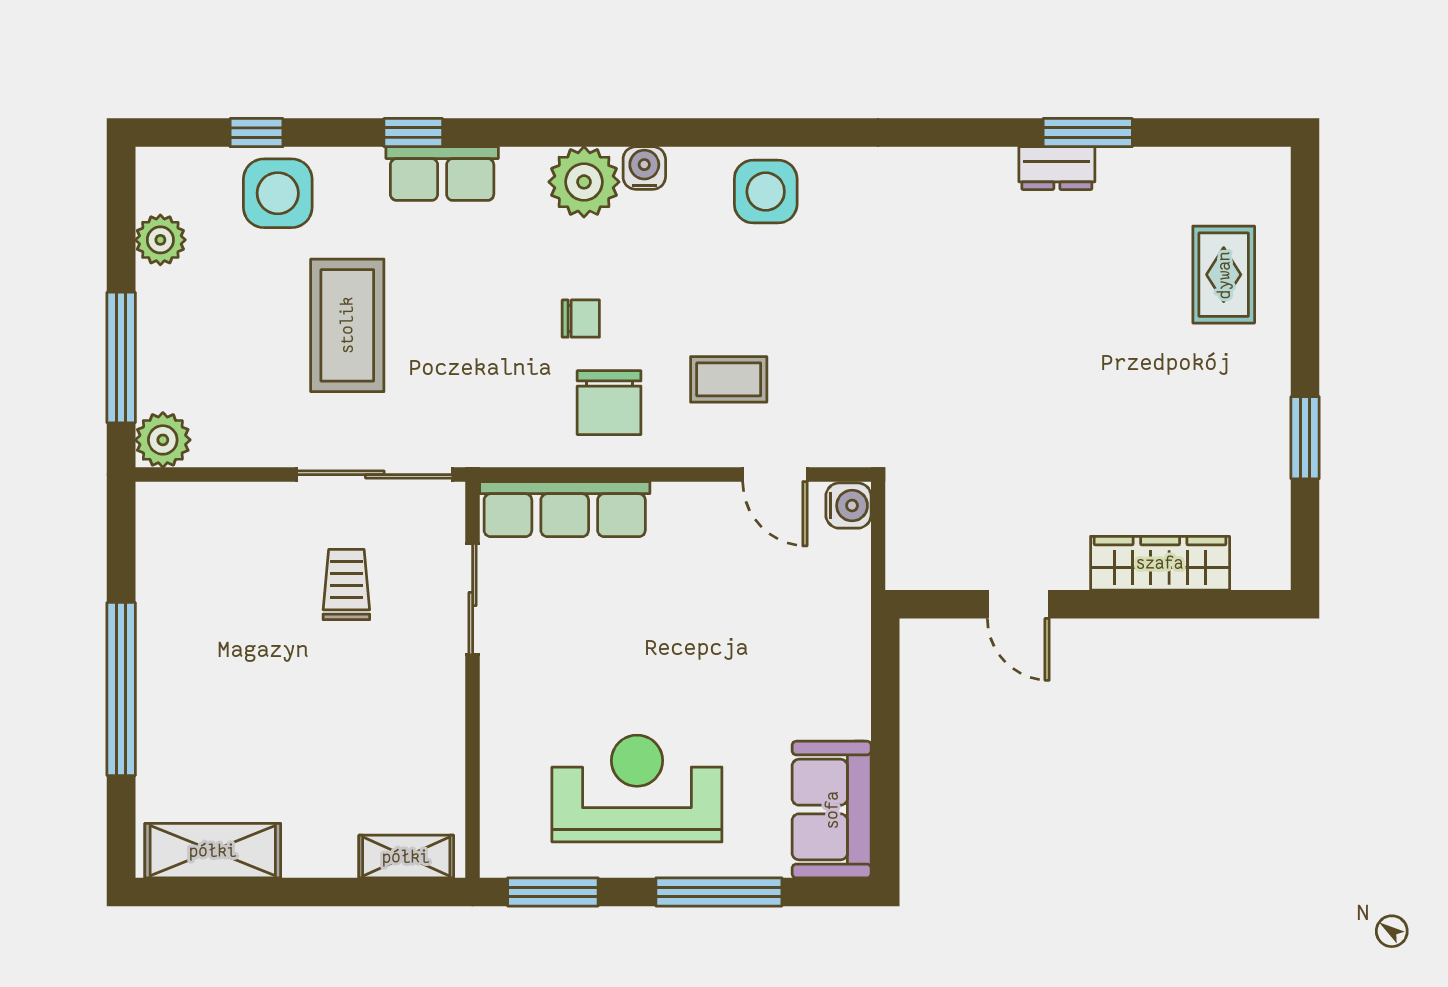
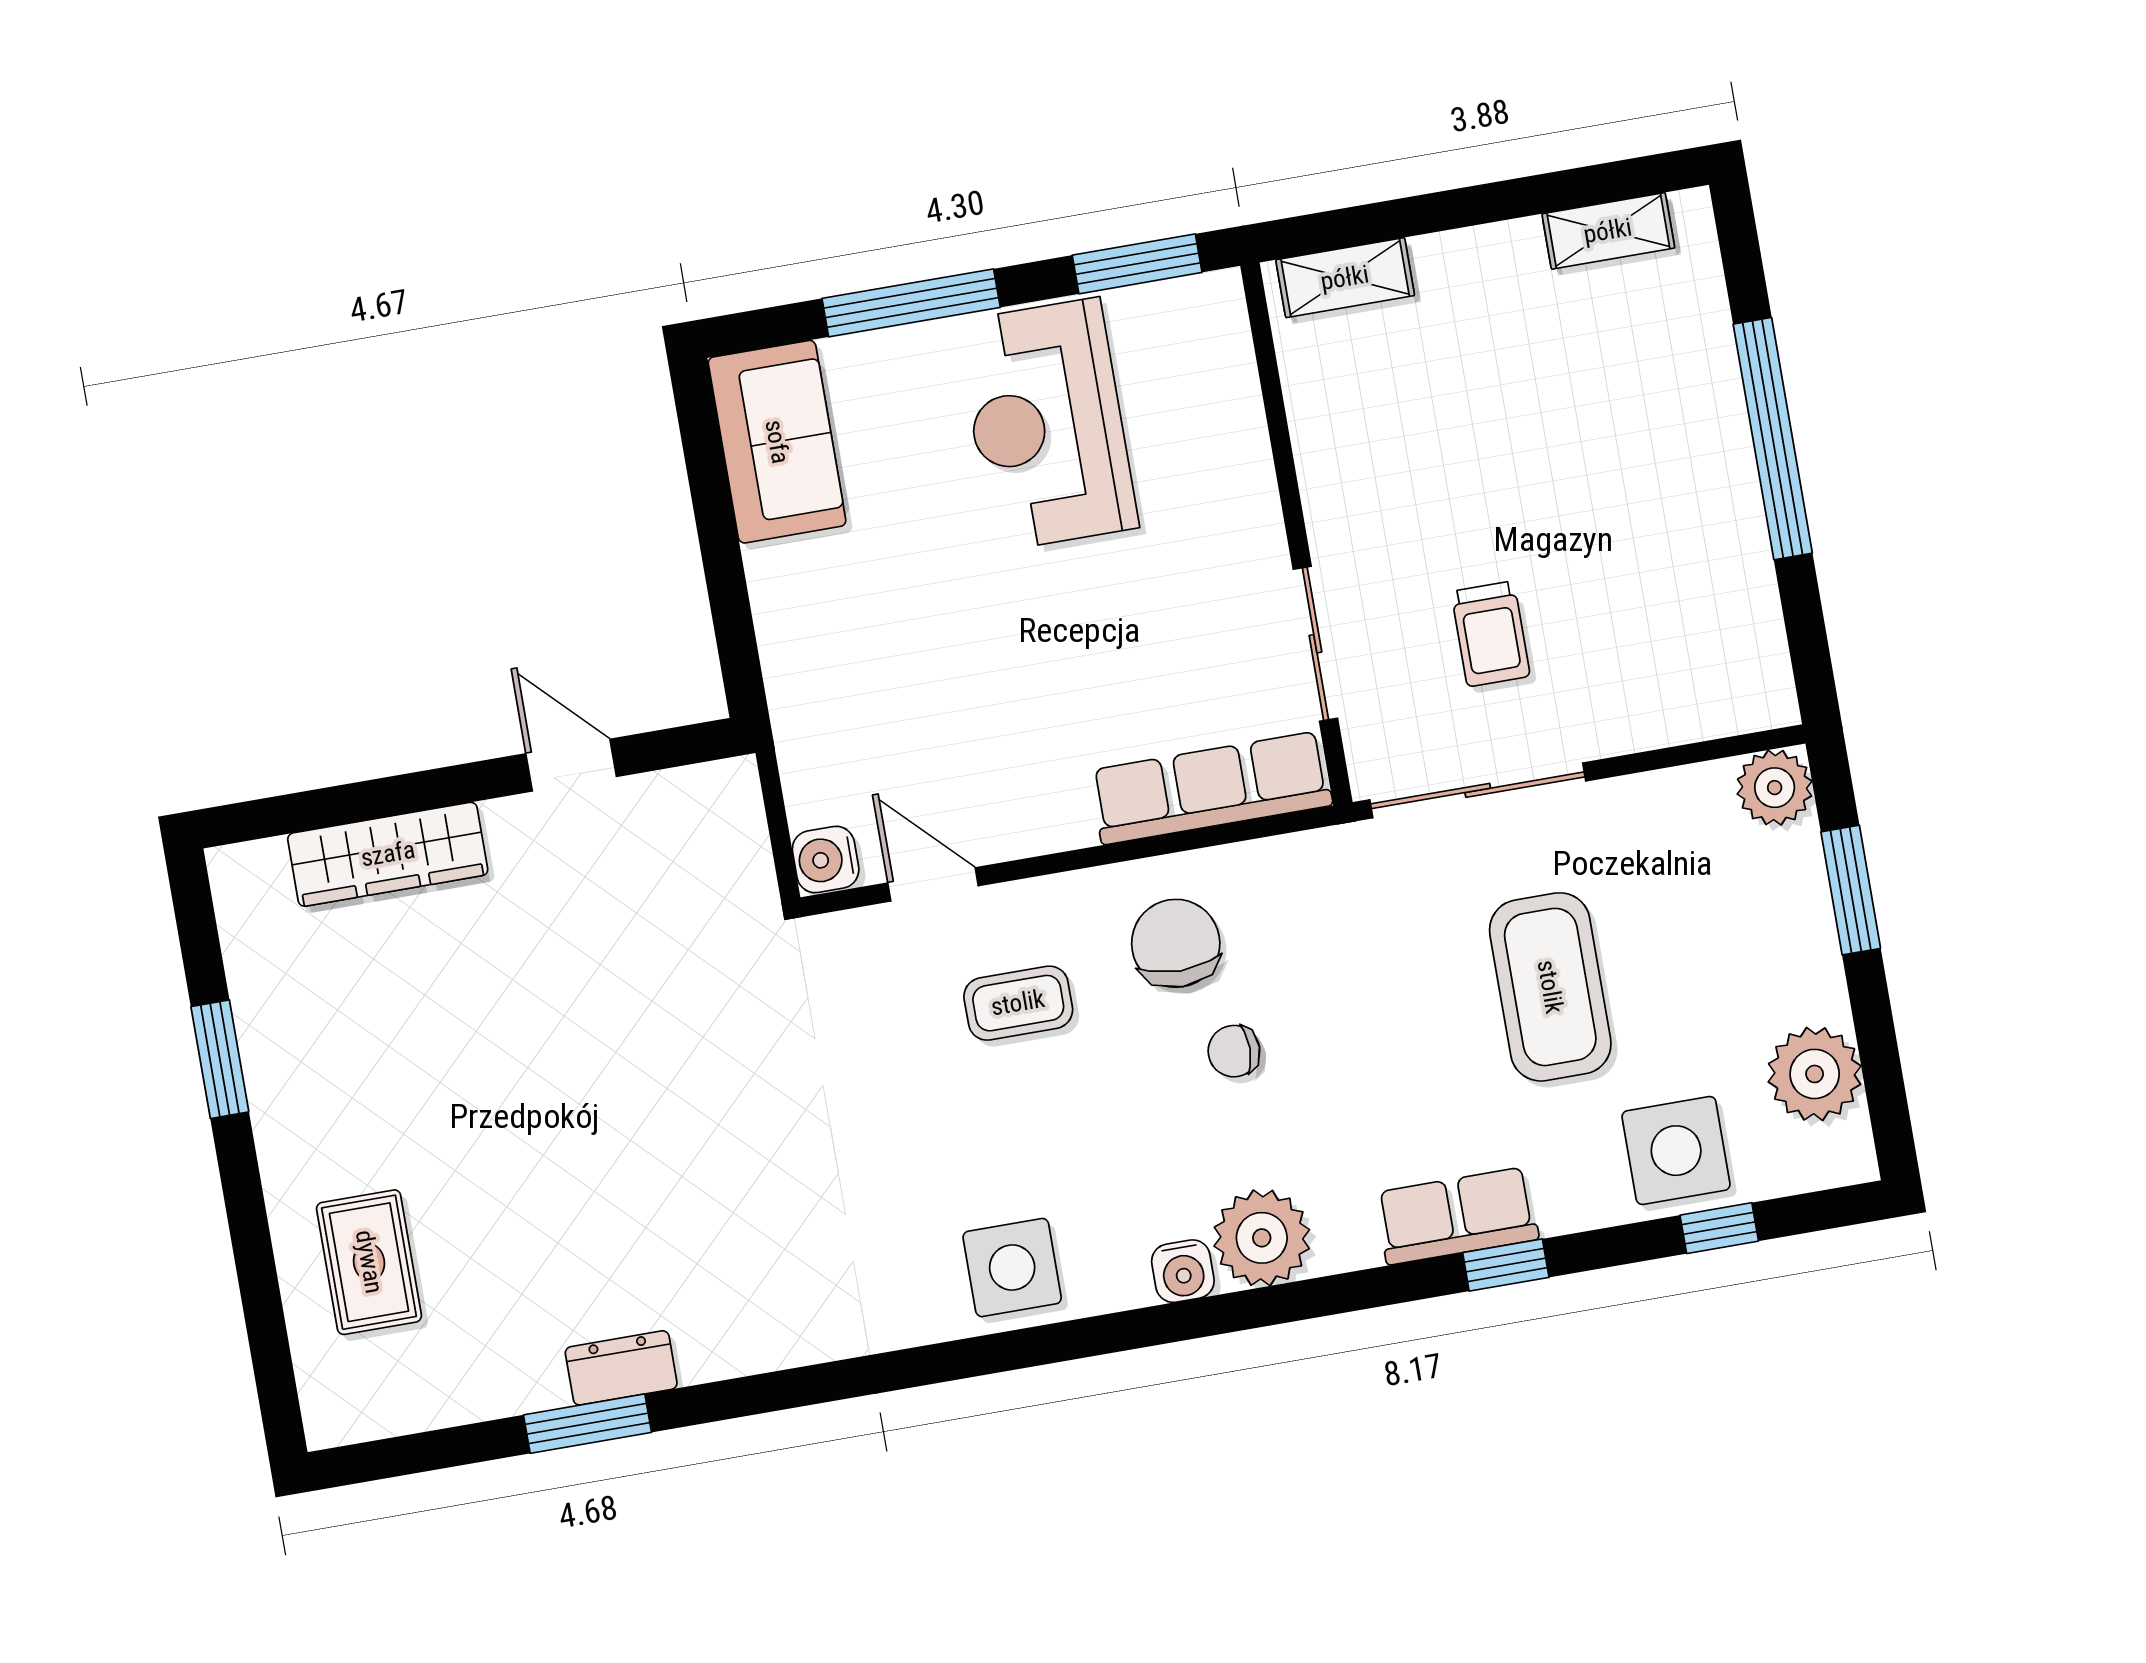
plant: (160, 240) -> (1815, 1074), width x1.36, depth x1.36
window: (121, 357) -> (1851, 890), width x0.69
reception desk: (637, 788) -> (1047, 425), turned 90
shelving: (213, 851) -> (1608, 231), width x0.67, depth x0.75

